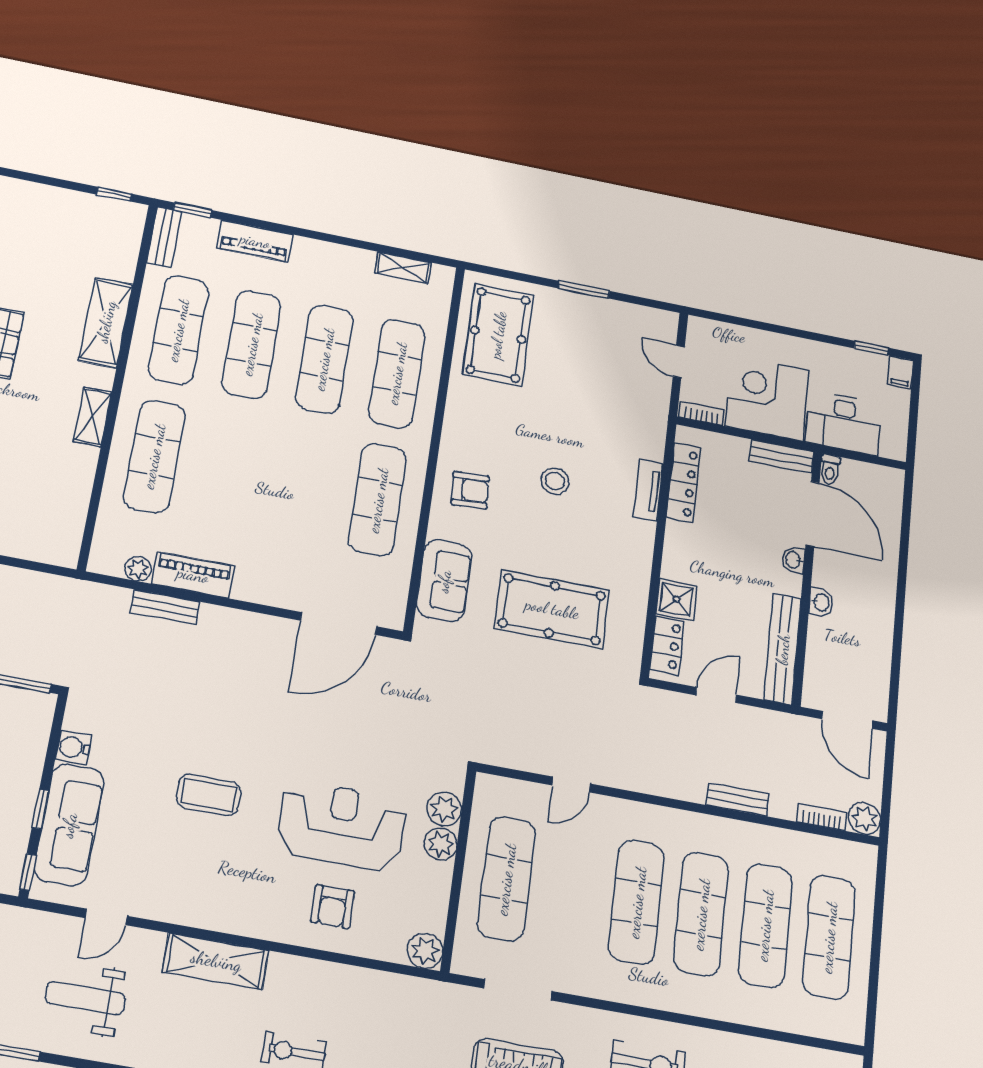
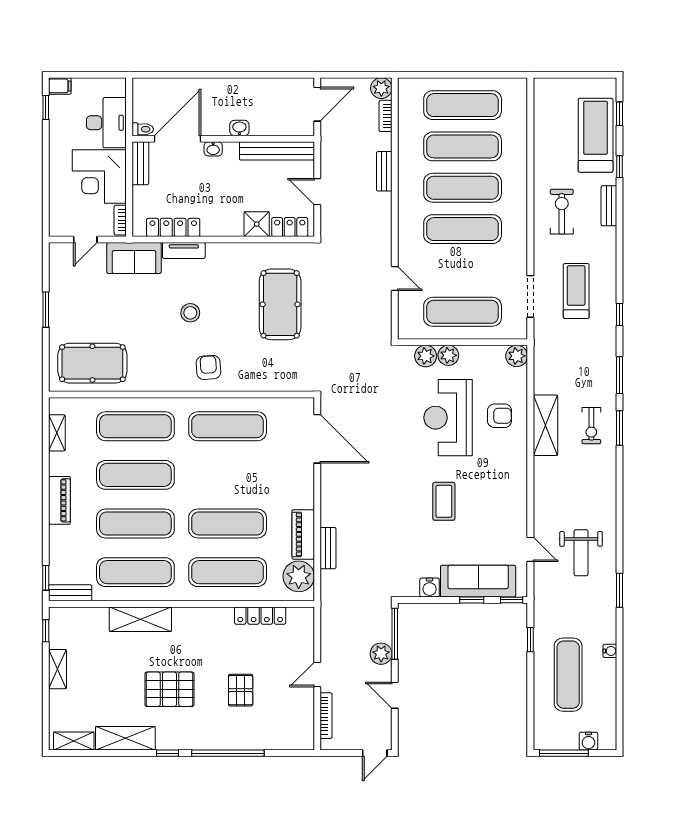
piano: (255, 241) -> (59, 500), moved
shelving: (93, 417) -> (58, 669), moved, turned 90
exercise mat: (229, 471) -> (228, 524), added
locker: (78, 489) -> (260, 616), added
plant: (138, 569) -> (299, 576), width x1.87, depth x1.87
sofa: (444, 581) -> (134, 258), moved, turned 180
shelving: (216, 961) -> (545, 425), moved

